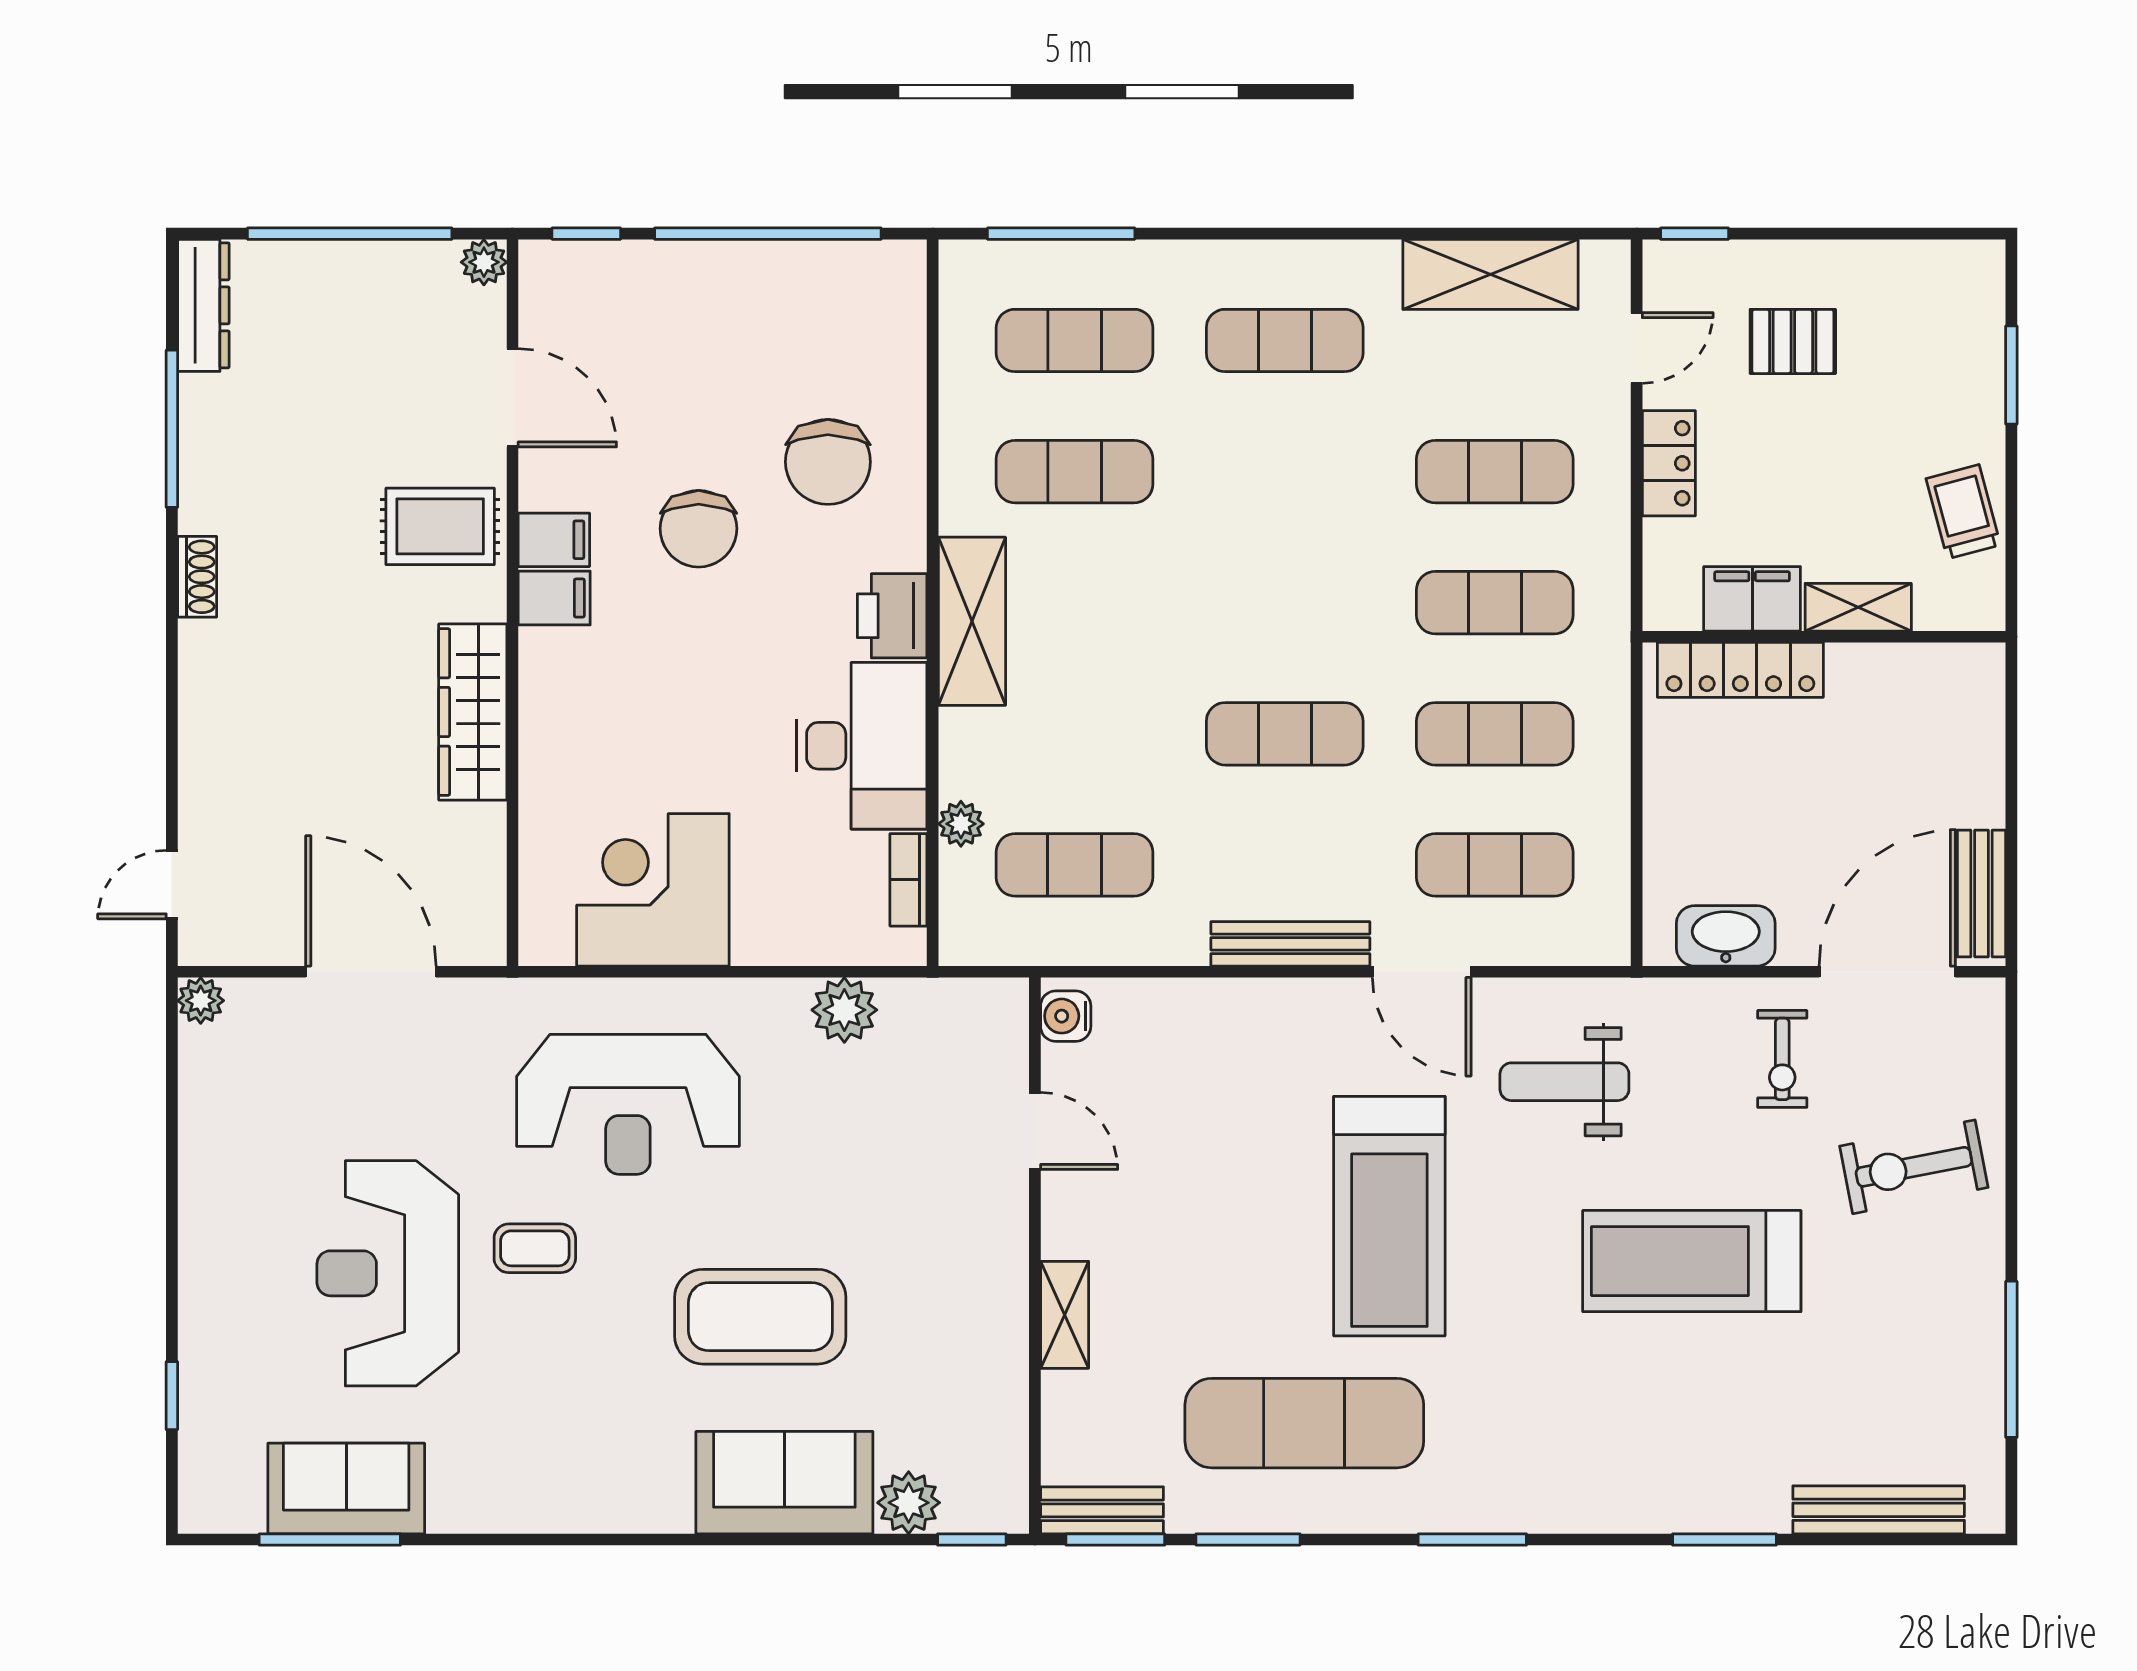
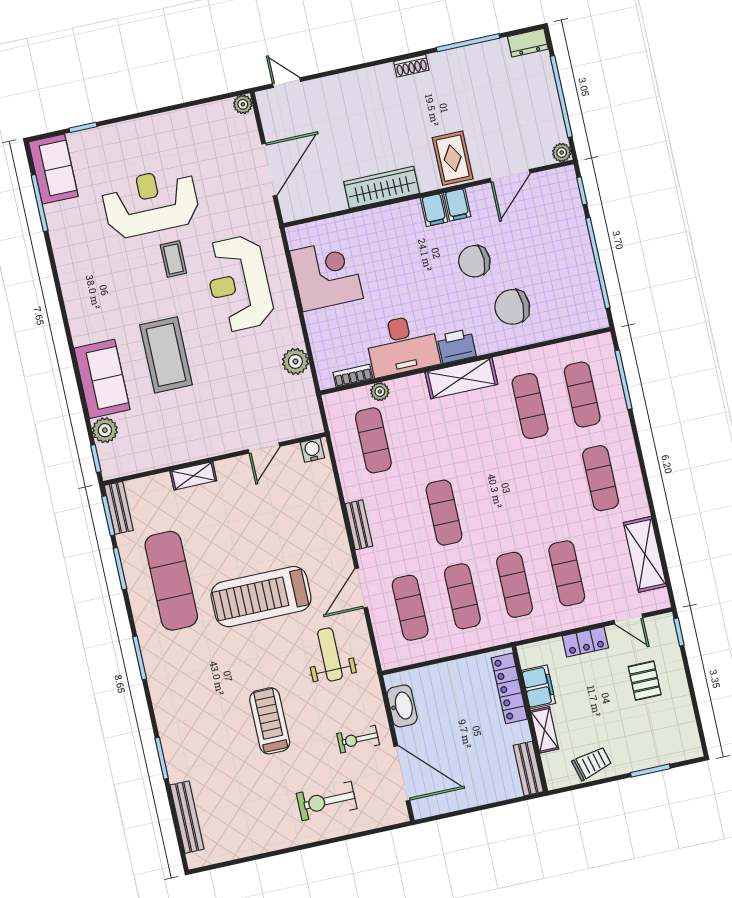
dresser: (203, 305) -> (528, 43), width x0.70
bench: (1981, 894) -> (528, 769), moved, turned 90
bench: (1290, 944) -> (359, 525), width x0.73
exercise bike: (1914, 1167) -> (327, 801), turned -79
treadmill: (1692, 1261) -> (270, 721), width x0.73, depth x0.73
window: (2011, 1359) -> (259, 857), removed
sofa: (346, 1488) -> (53, 169), moved

